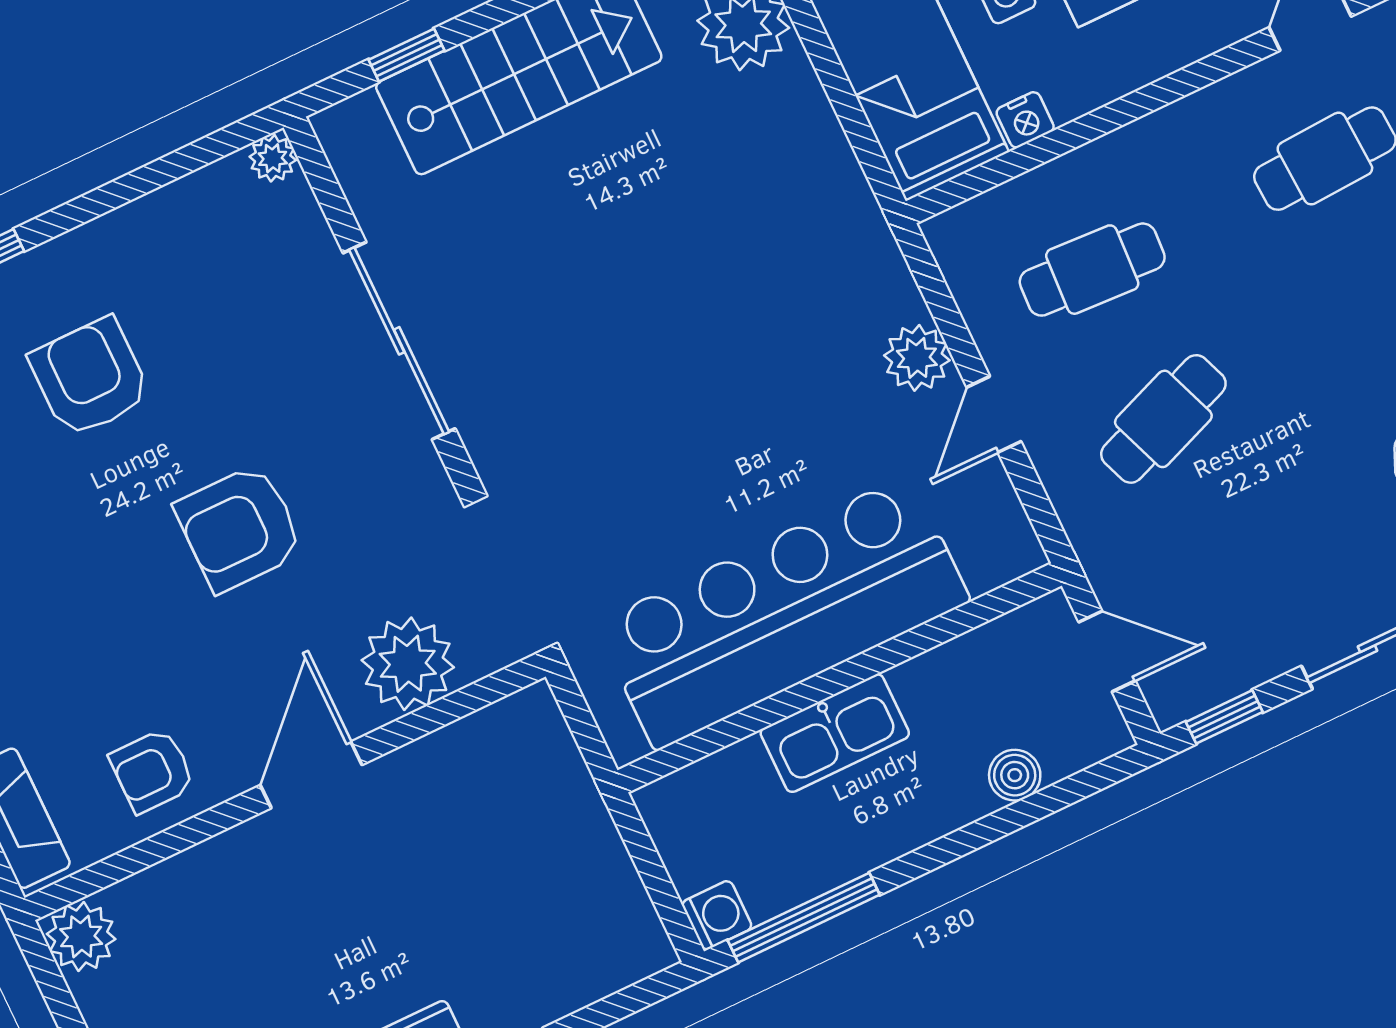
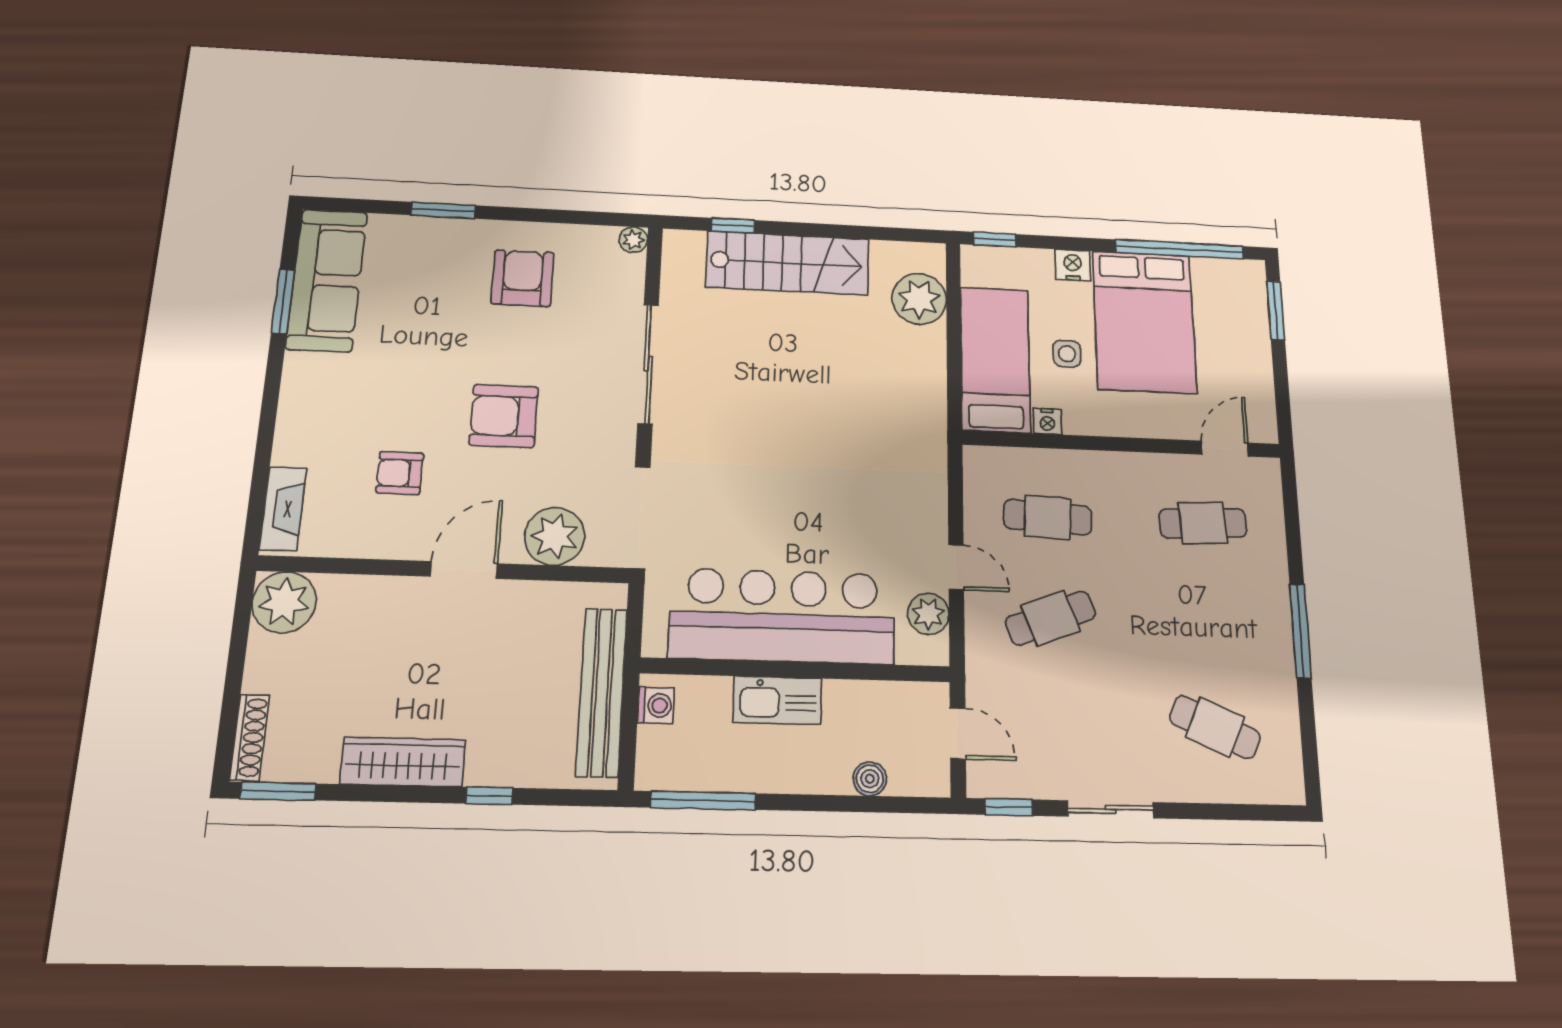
plant: (917, 358) -> (928, 614), moved
armchair: (90, 377) -> (523, 278), moved
door: (994, 414) -> (956, 567), swing flipped
armchair: (152, 771) -> (400, 473), moved
bench: (590, 844) -> (602, 692), added
washing machine: (717, 915) -> (656, 705), moved
plant: (81, 936) -> (284, 602), width x1.36, depth x1.36

